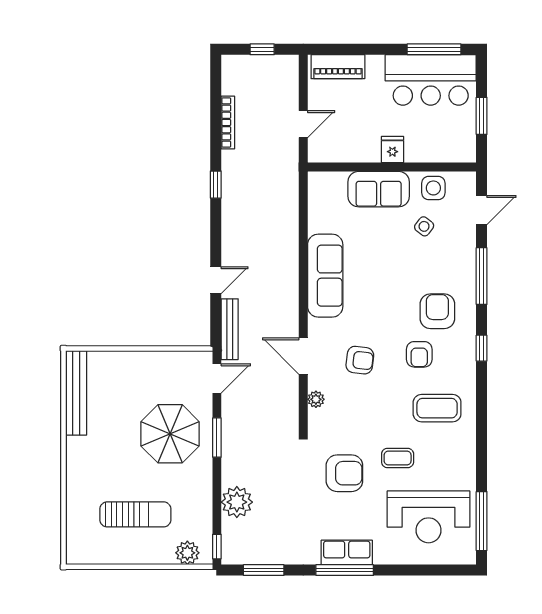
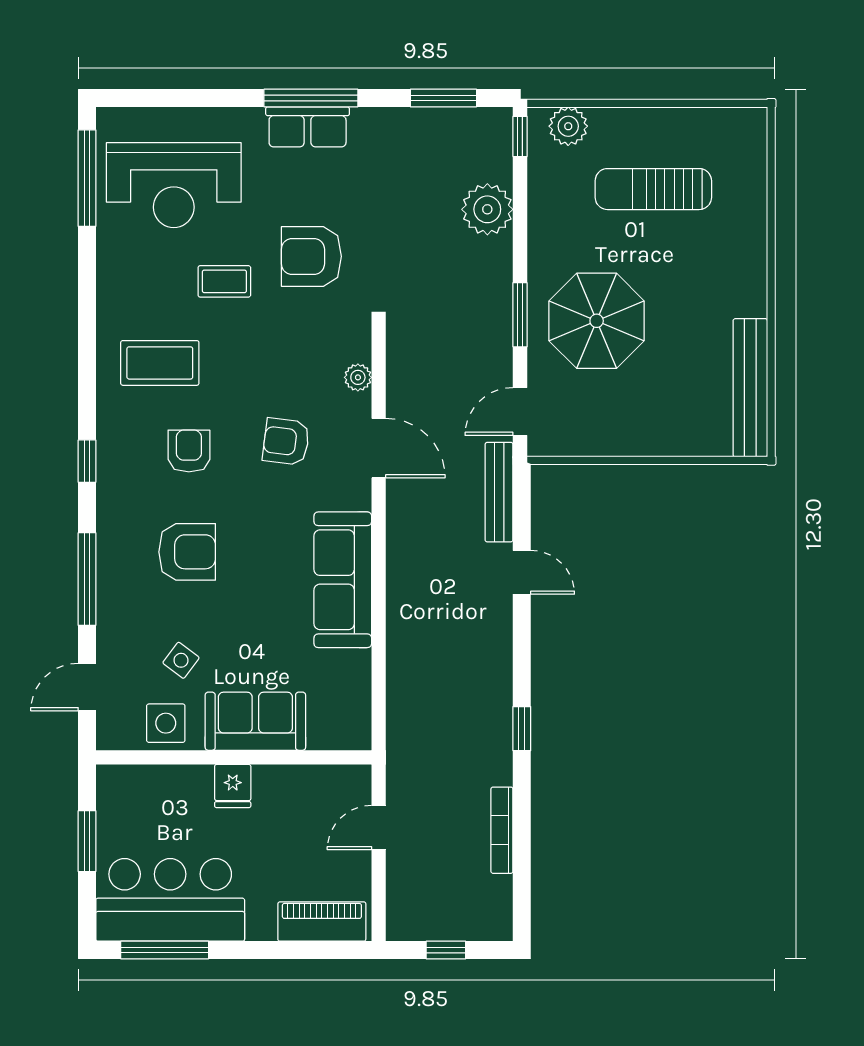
door: (216, 280) -> (522, 572), swing flipped
armchair: (437, 311) -> (187, 552), moved, turned -90
reception desk: (429, 517) -> (174, 185), turned 180

